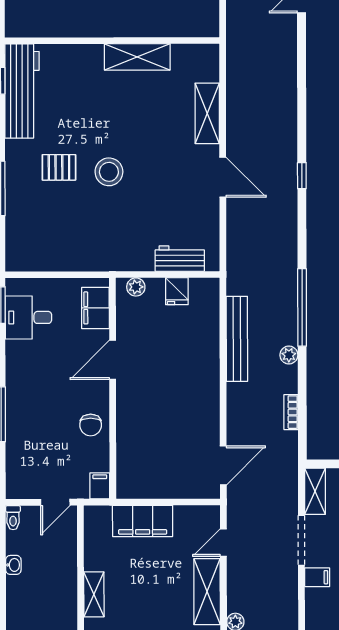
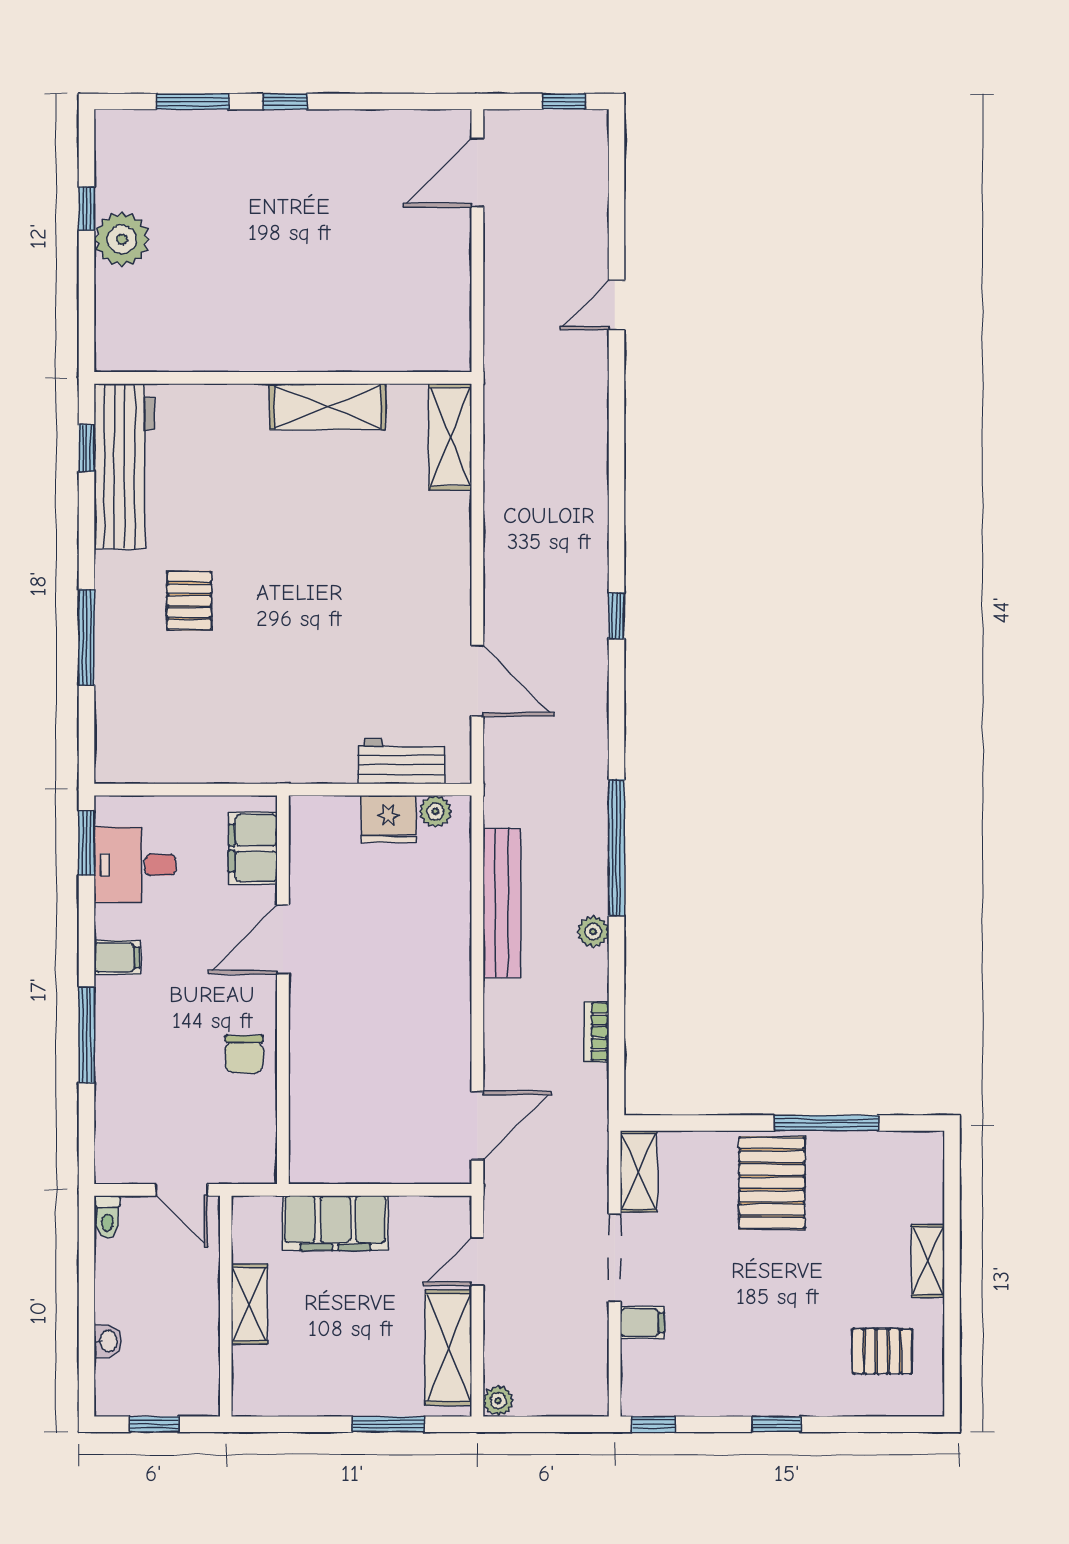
shelving: (207, 113) -> (450, 437), moved
pallet: (59, 167) -> (189, 601), turned 90
stool: (109, 172) -> (277, 609), removed
door: (223, 177) -> (477, 681), moved
plant: (136, 287) -> (435, 811), moved
fridge: (177, 291) -> (389, 819), width x1.38
filing cabinet: (100, 486) -> (117, 957), moved, turned 90
door: (55, 502) -> (182, 1190), hinge flipped
washbasin: (13, 565) -> (108, 1341), moved
shelving: (94, 594) -> (249, 1304), moved

